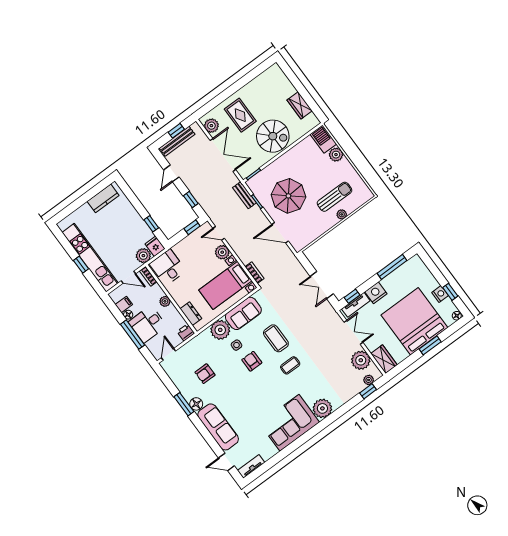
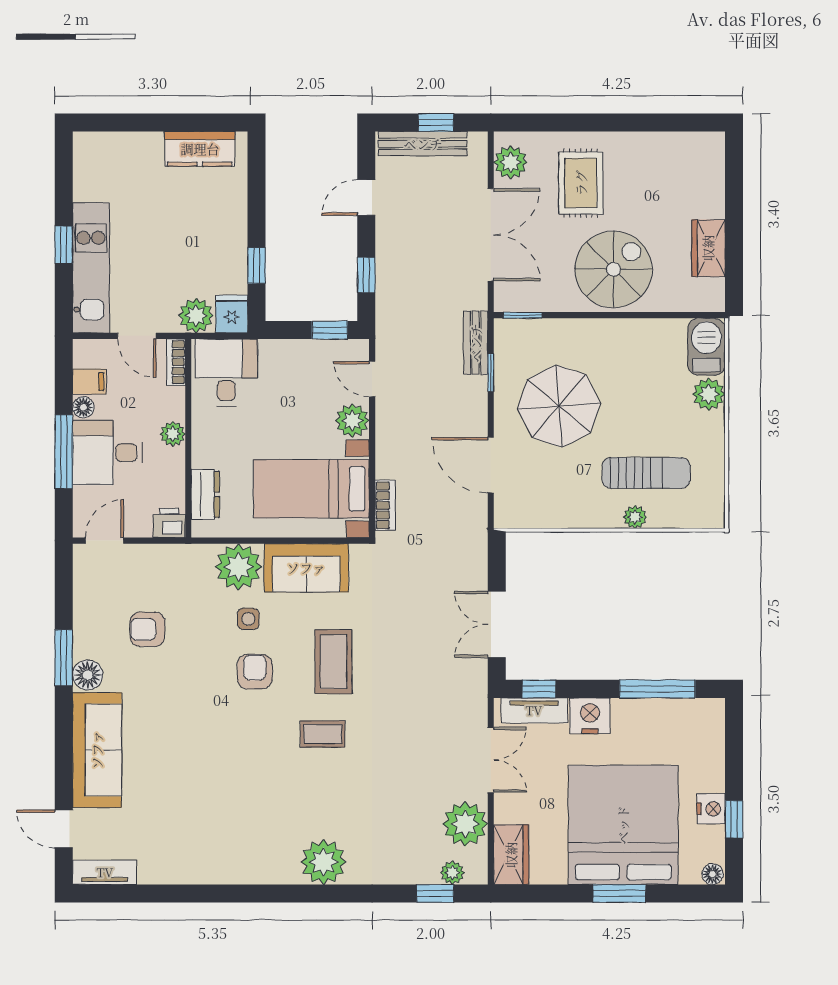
spiral stairs: (273, 136) -> (614, 269), turned -90
kitchen unit: (90, 258) -> (91, 268), width x0.73
corner sofa: (289, 423) -> (240, 843), removed

